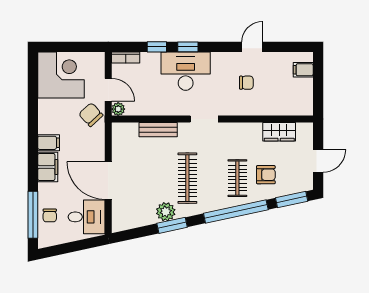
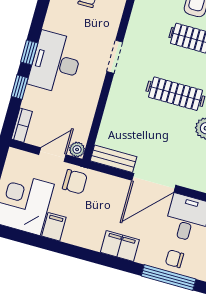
chair: (91, 115) -> (75, 182), turned -137
bench: (158, 130) -> (114, 159), moved, turned 90
filing cabinet: (49, 143) -> (54, 227), moved
chair: (50, 215) -> (175, 259), turned 180

